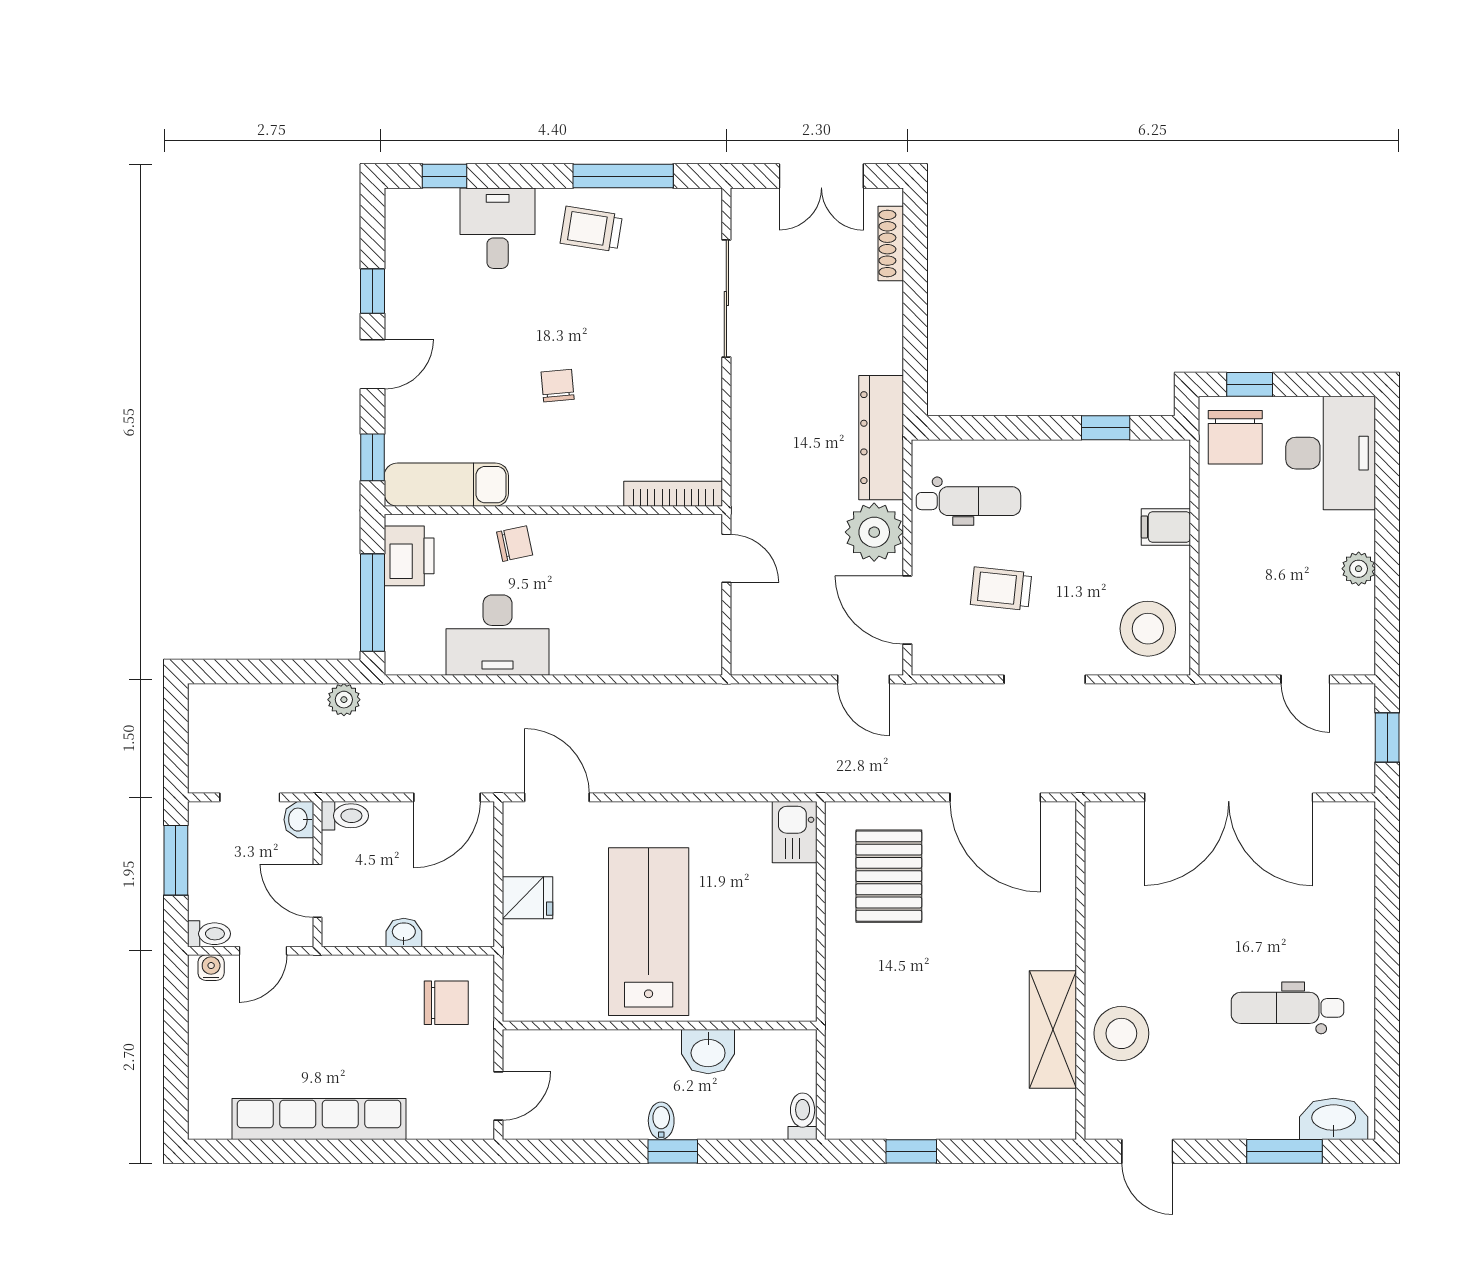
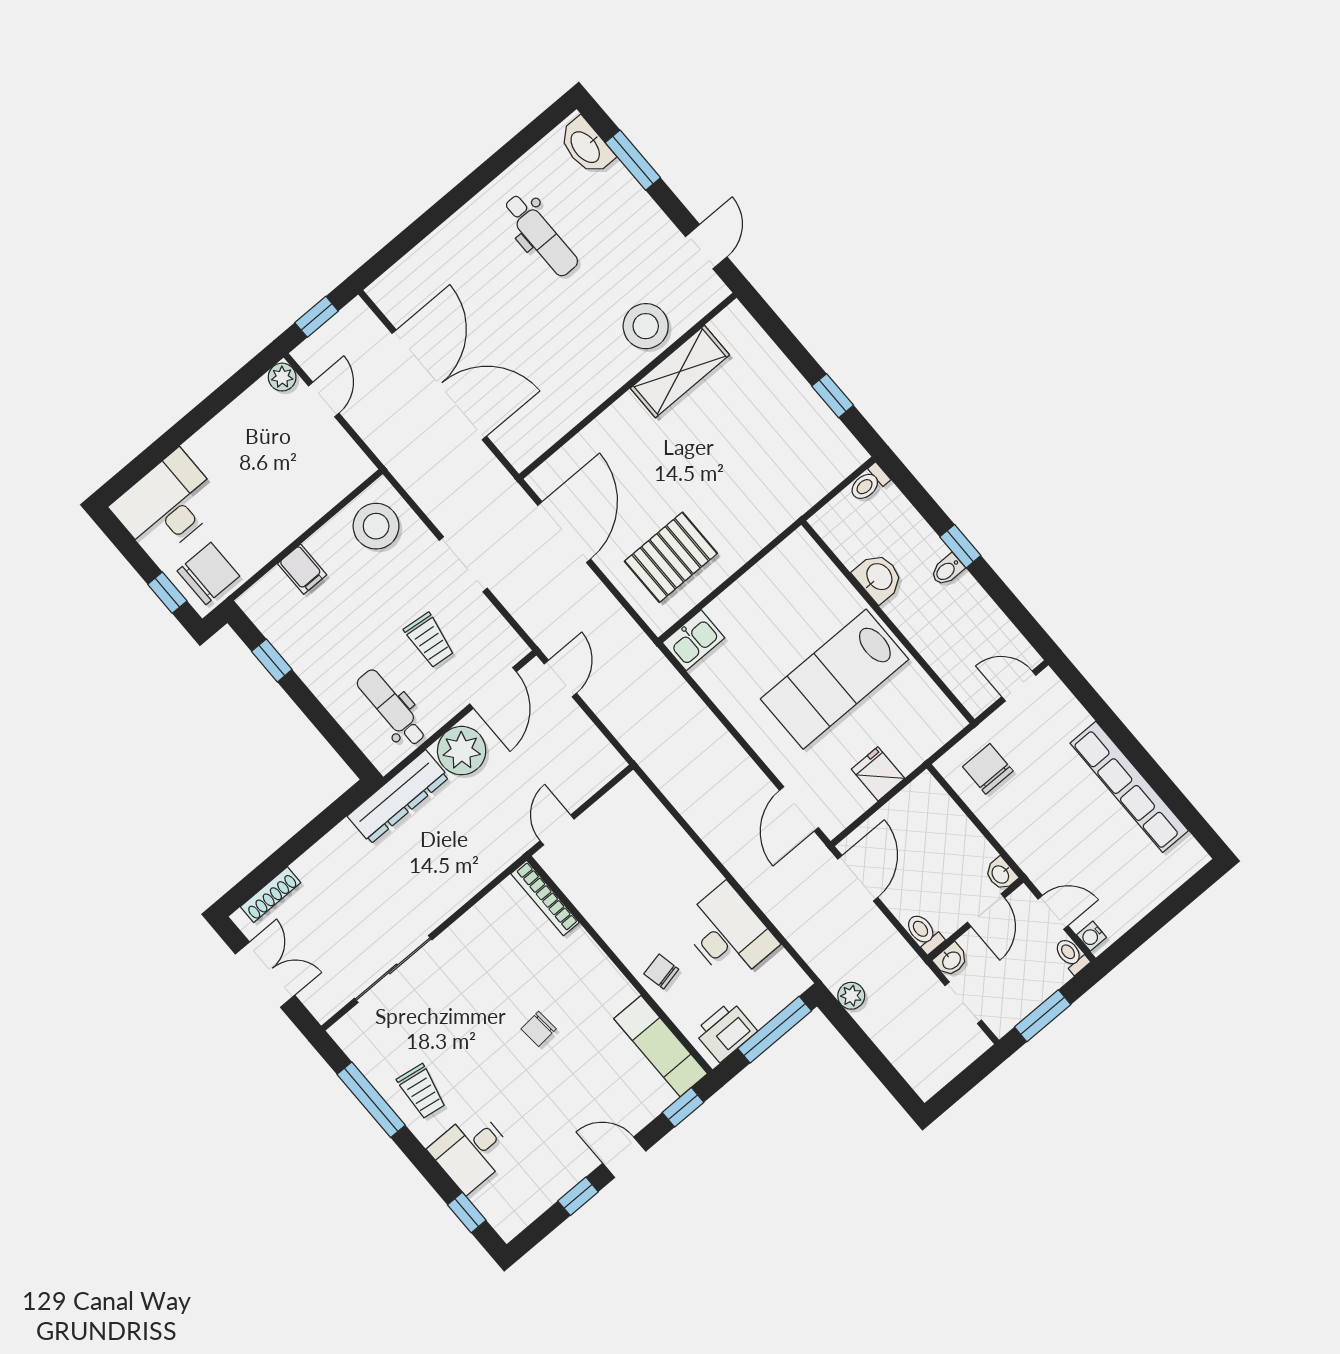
plant: (1359, 569) -> (282, 377), moved
door: (447, 797) -> (858, 878), hinge flipped
washbasin: (404, 932) -> (1001, 874), moved

